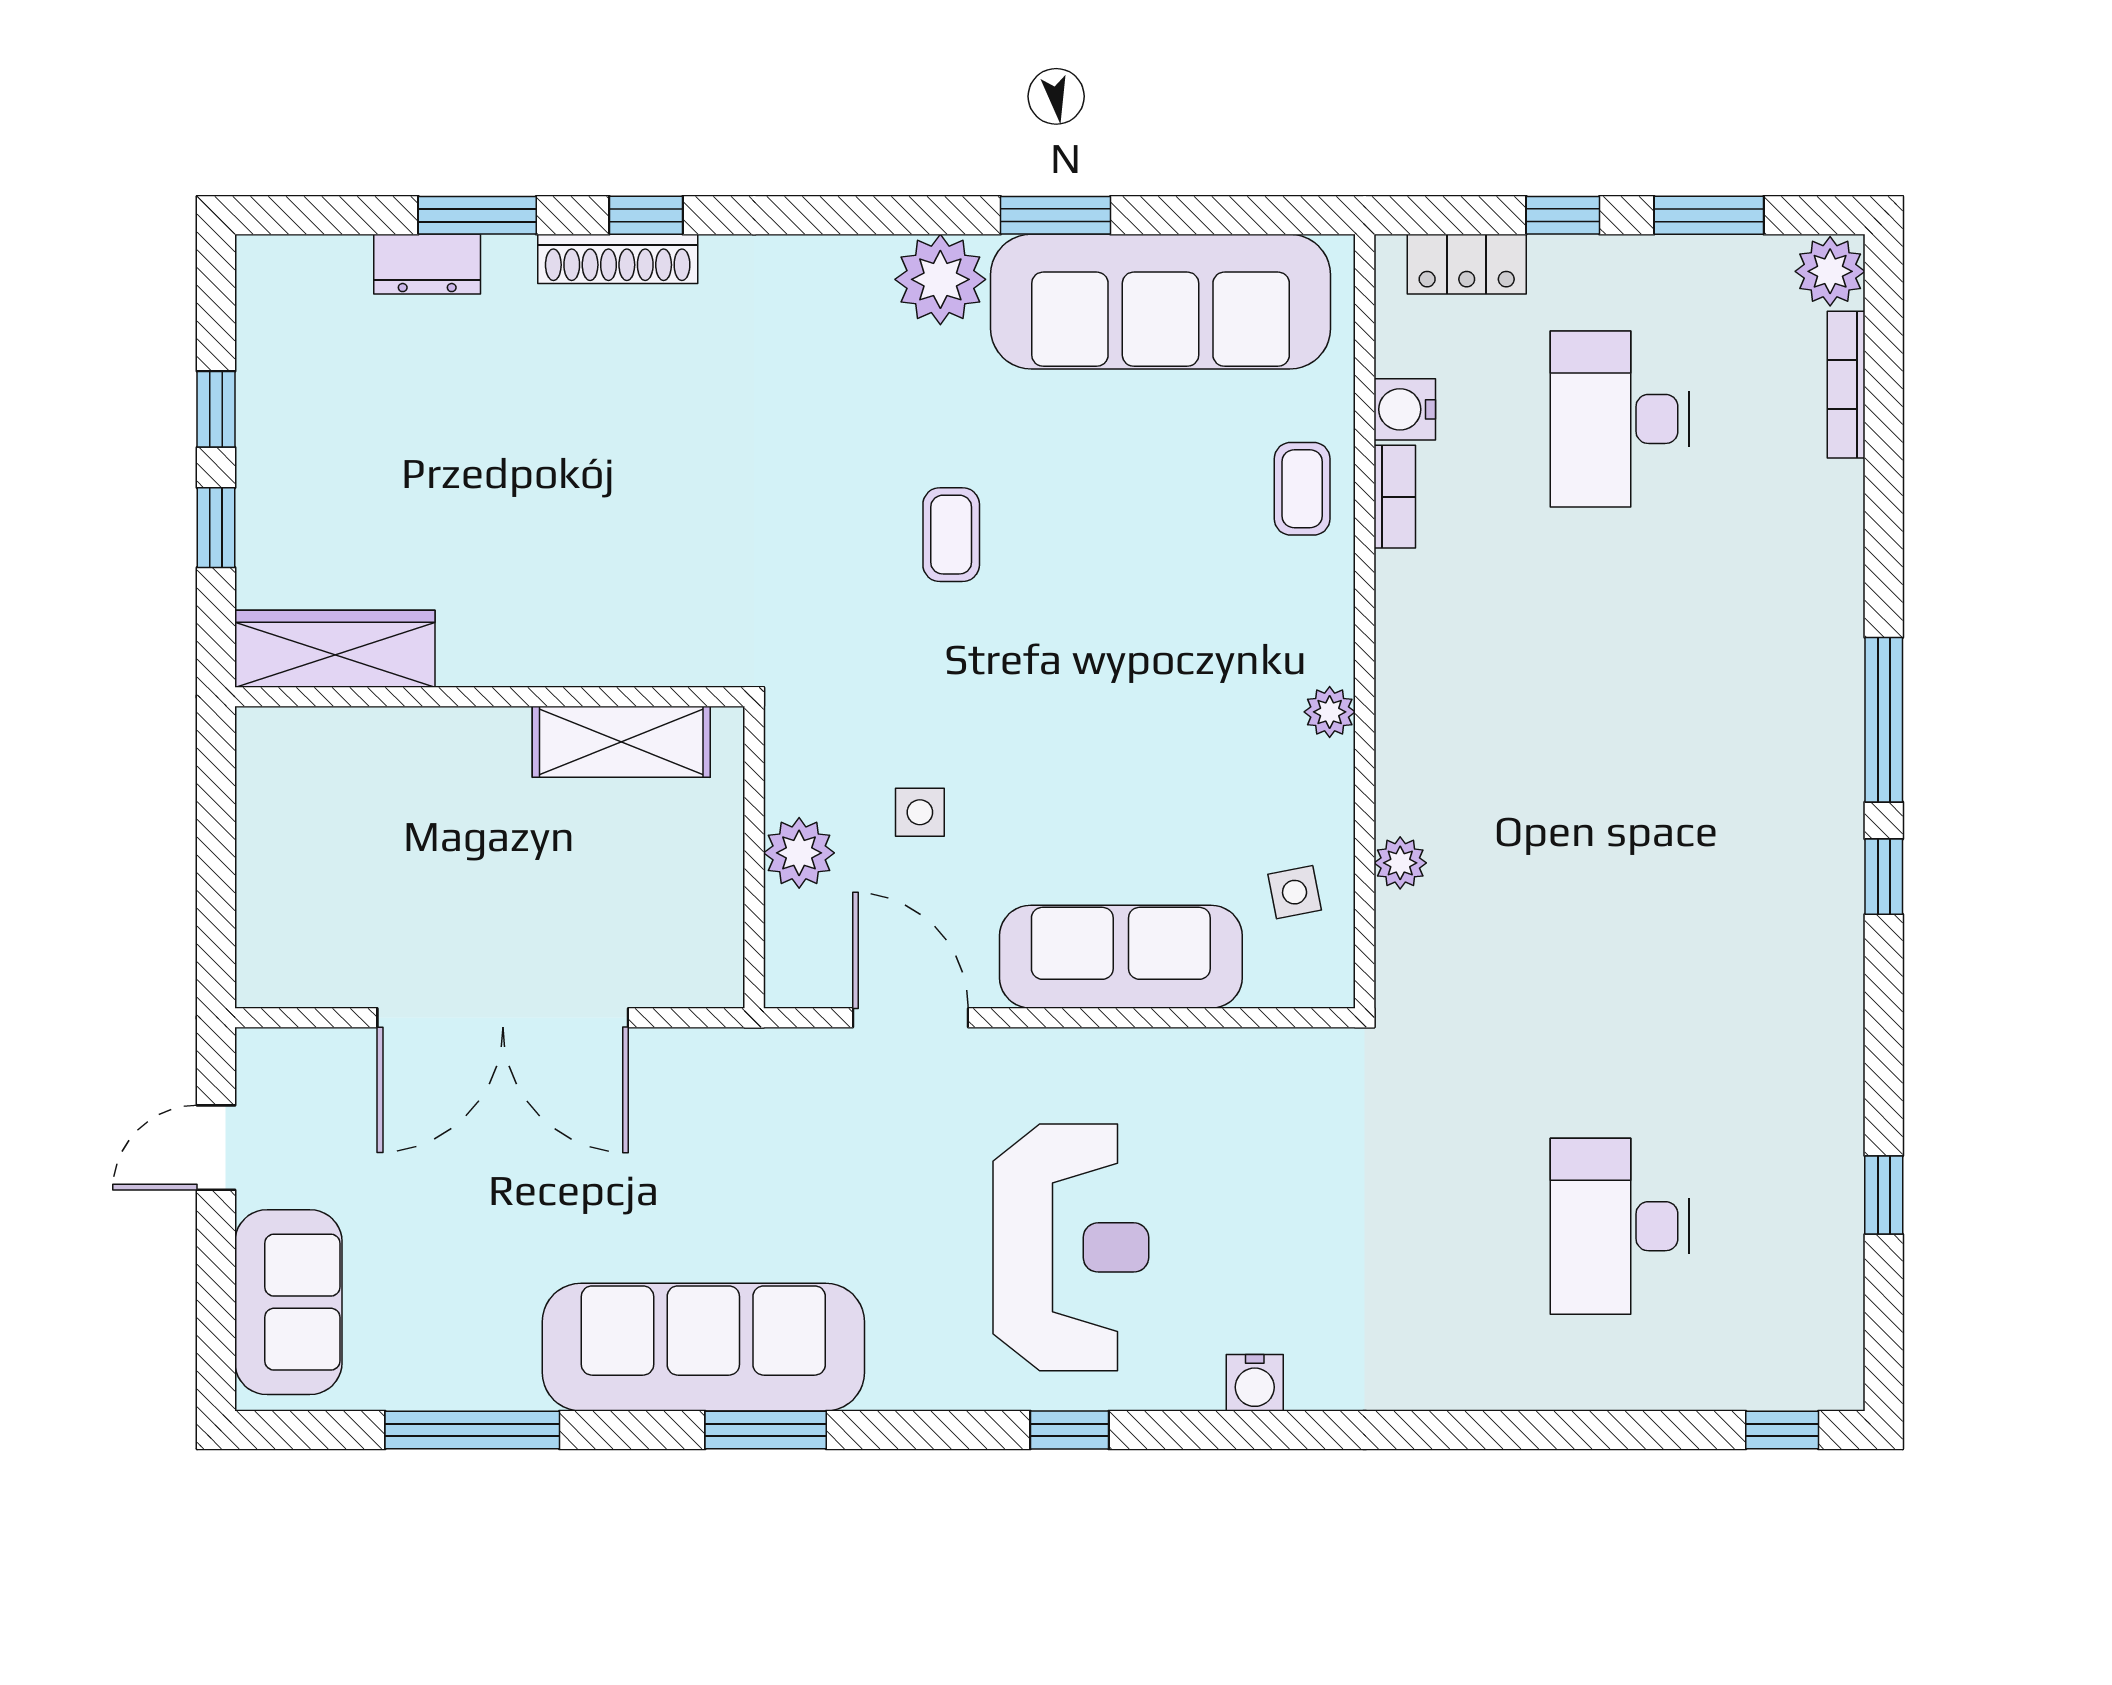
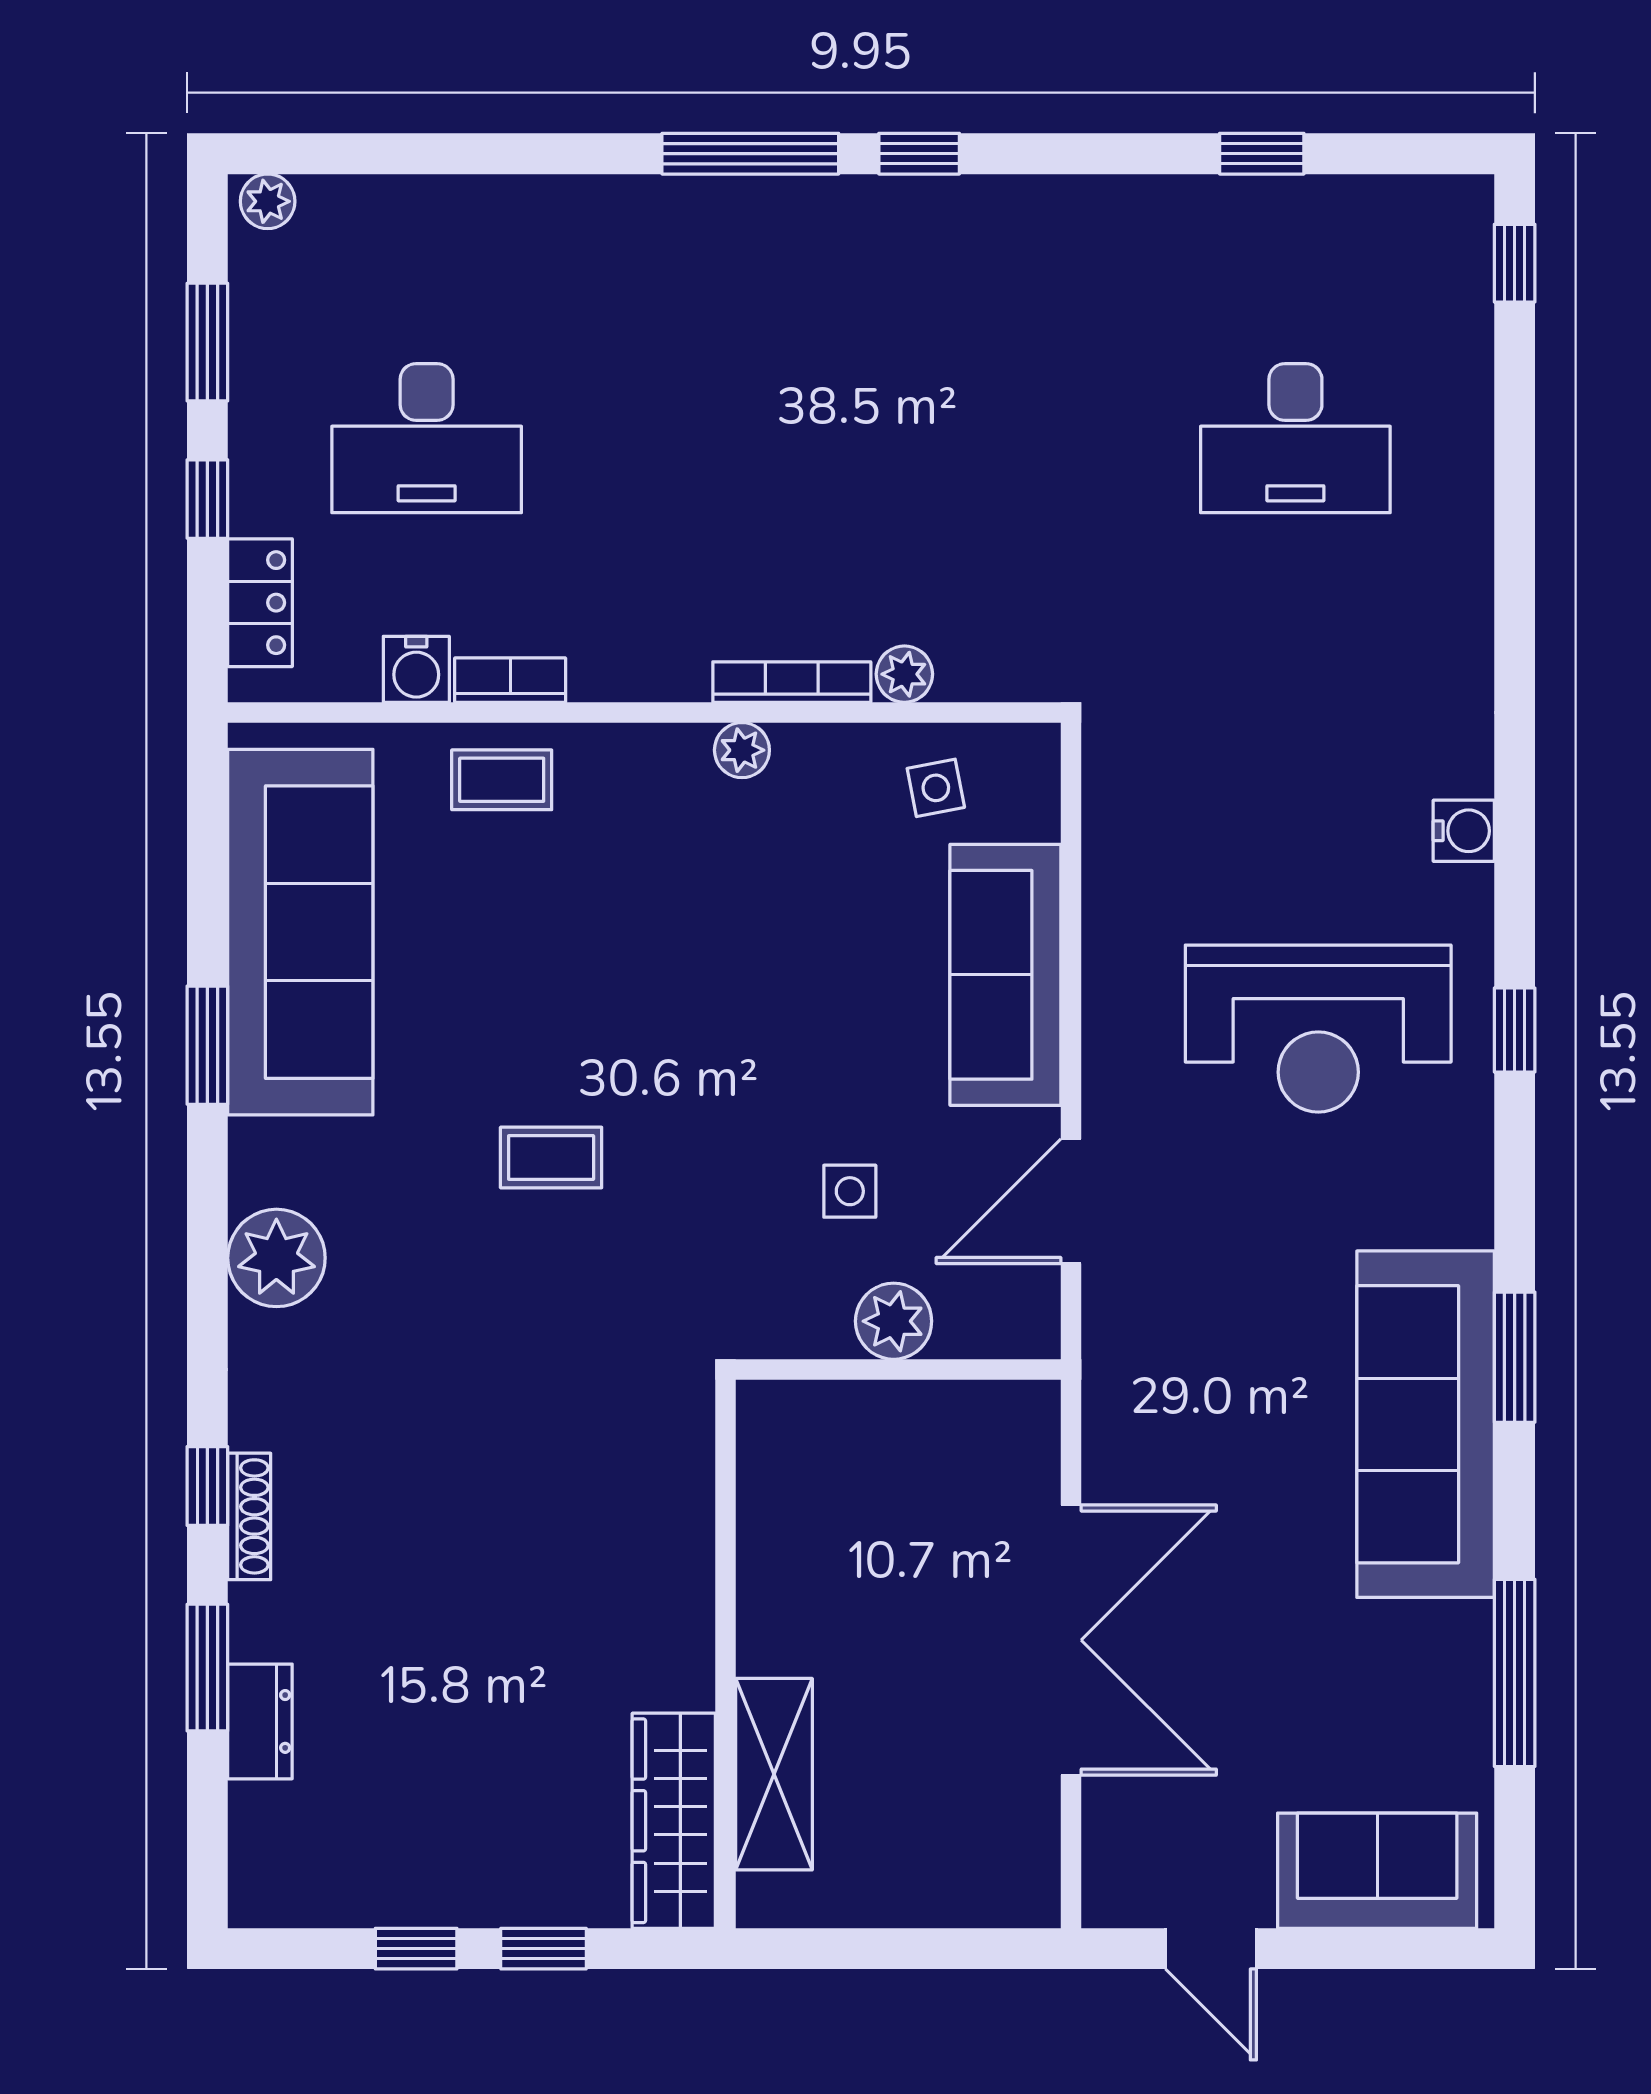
shoe rack: (618, 259) -> (249, 1516), width x0.74, depth x0.81
plant: (1830, 271) -> (268, 201), width x0.73, depth x0.73
plant: (940, 279) -> (276, 1258), moved
bookcase: (1846, 385) -> (792, 682), moved, turned 180
shelving: (621, 742) -> (774, 1774), moved
reception desk: (1071, 1247) -> (1318, 1029), turned 180

